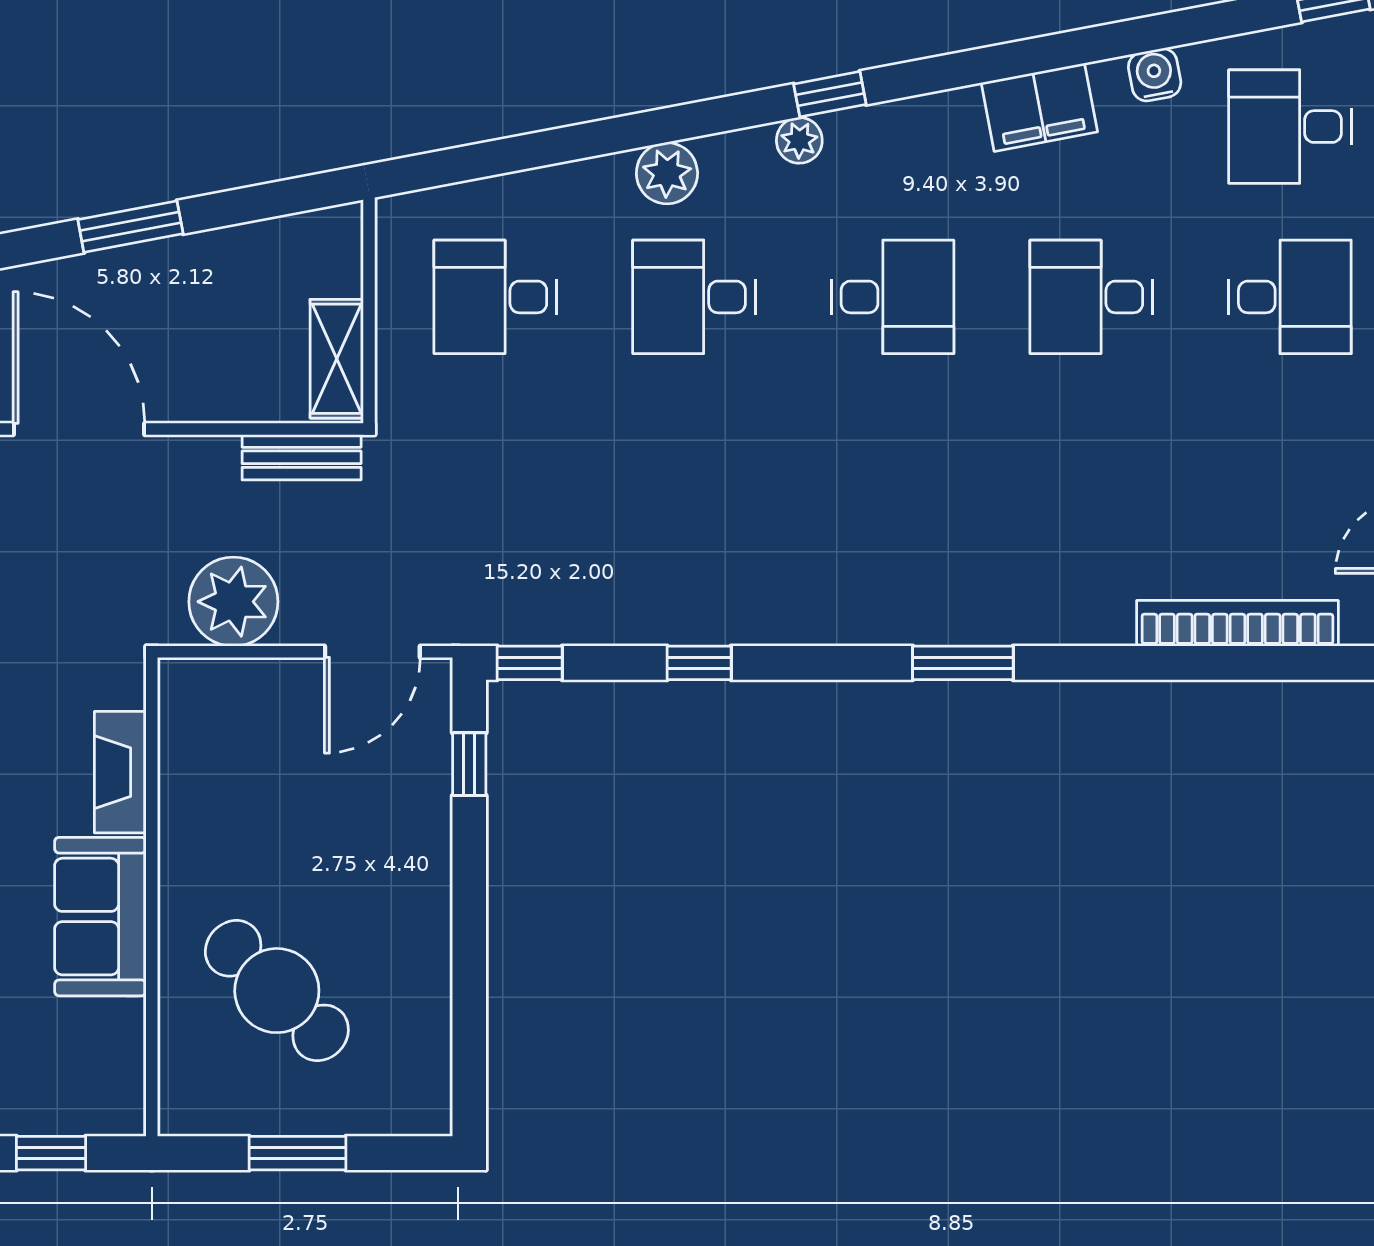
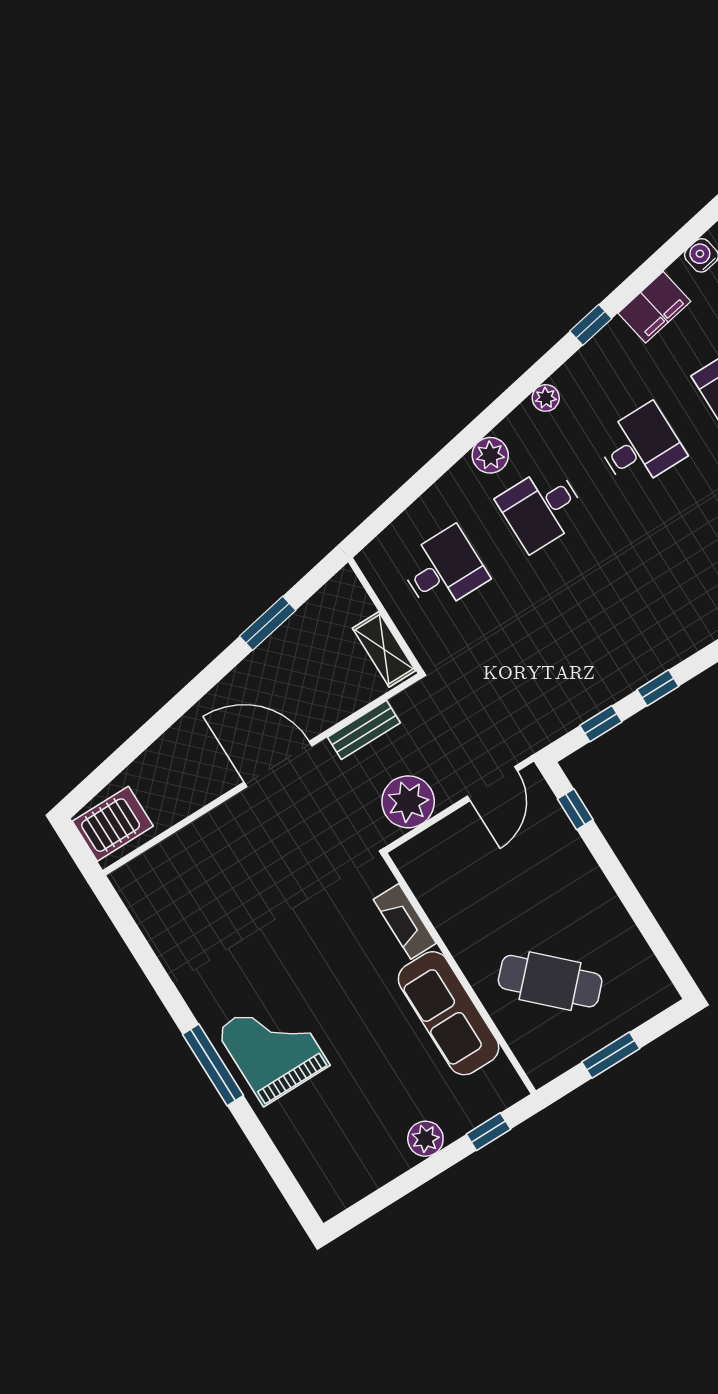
window: (830, 94) -> (591, 325), moved
window: (130, 227) -> (268, 623), moved
desk: (495, 297) -> (443, 570), turned 180
bench: (302, 457) -> (364, 730), moved
window: (530, 663) -> (601, 724), moved
sofa: (100, 917) -> (449, 1013), width x1.36

